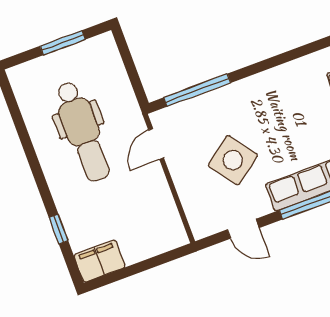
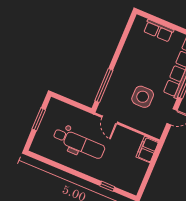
side table: (233, 160) -> (143, 97), turned 37
filing cabinet: (100, 261) -> (147, 149), moved

